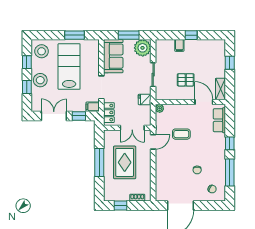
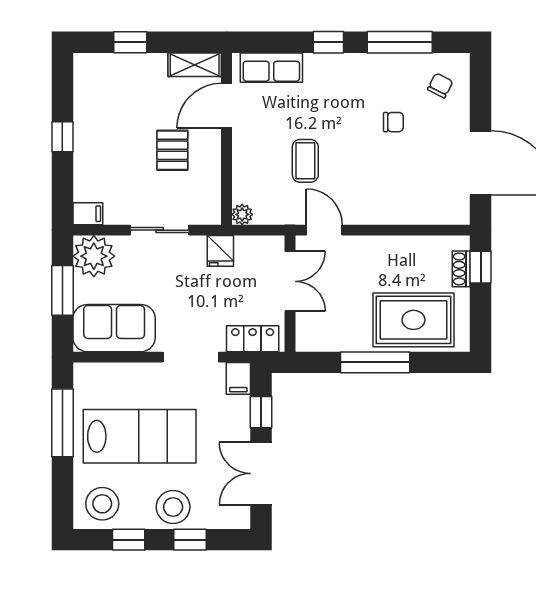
window: (75, 35) -> (62, 423), width x1.44
filing cabinet: (179, 45) -> (88, 214), moved
lab bench: (69, 67) -> (140, 436), turned 180
rug: (125, 162) -> (413, 320), moved
window: (121, 205) -> (481, 267), moved

